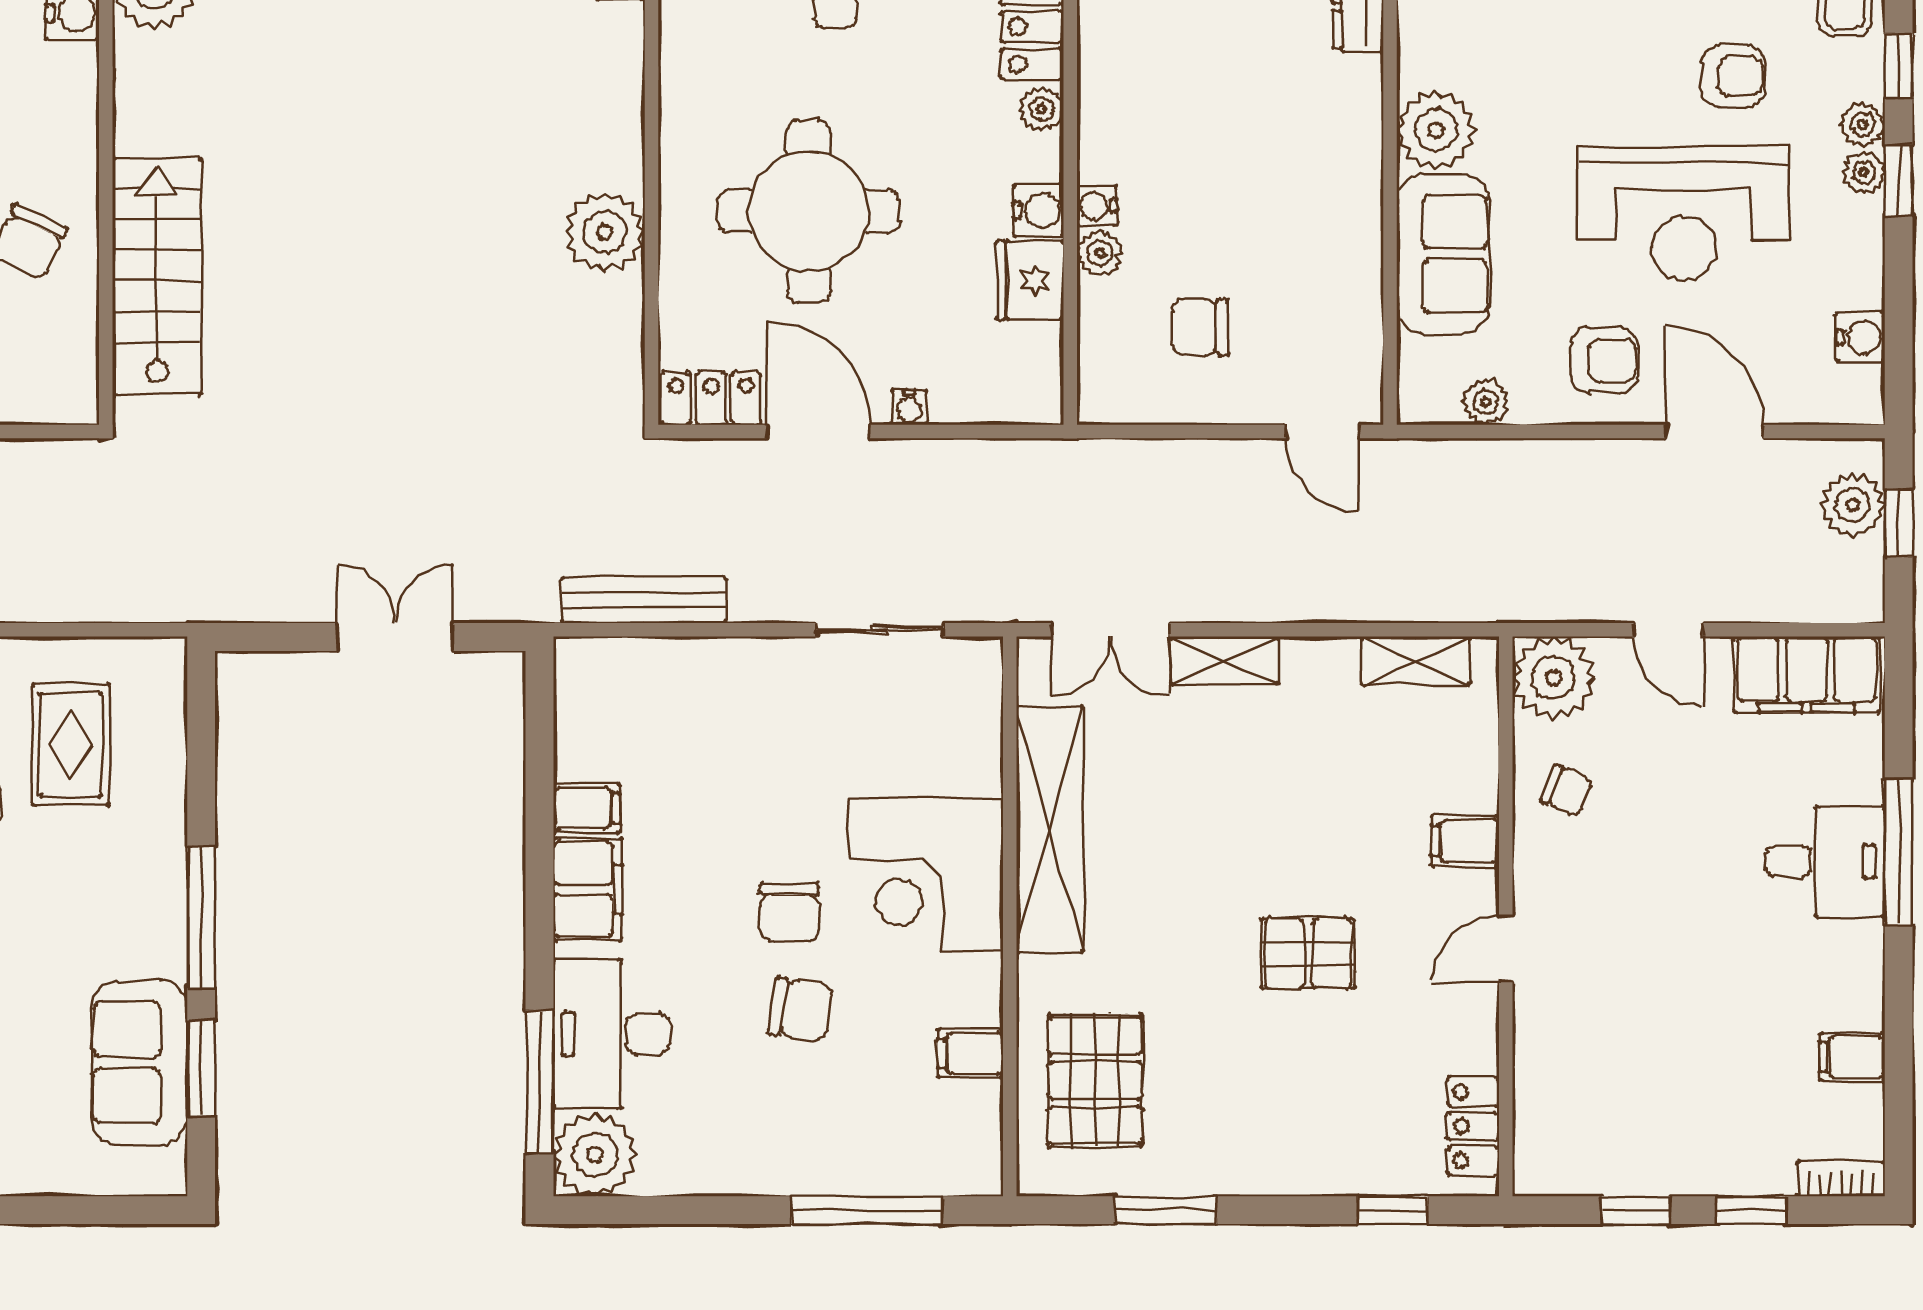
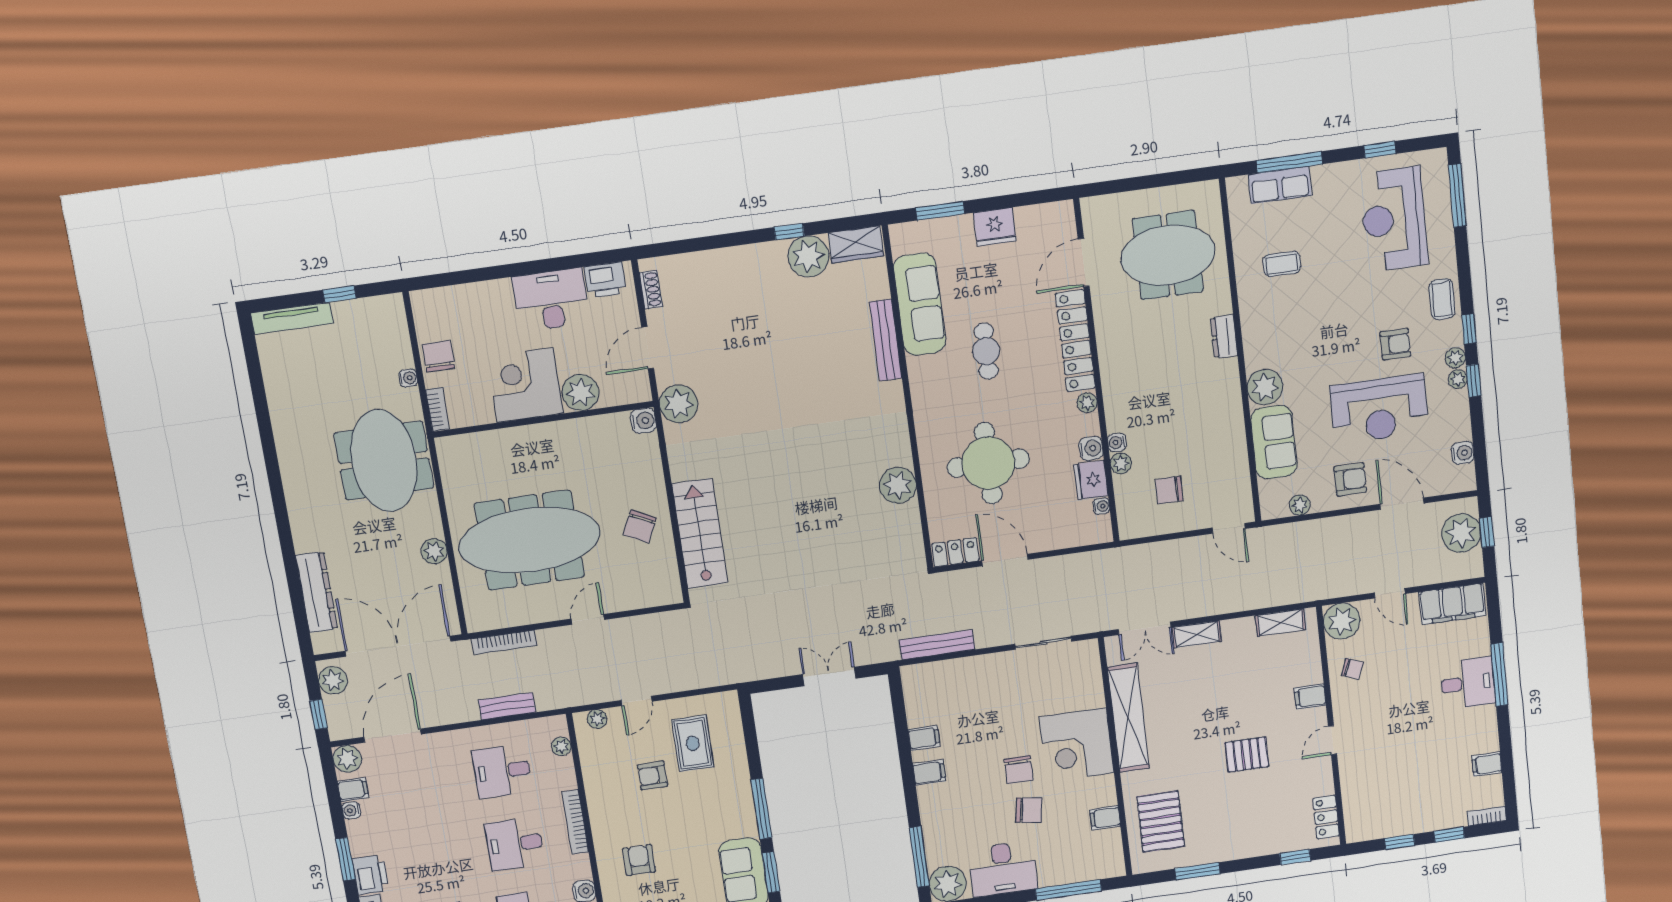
water cooler: (909, 407) -> (1101, 506), moved, turned -90
plant: (1853, 505) -> (1461, 533), width x1.36, depth x1.36
filing cabinet: (588, 889) -> (929, 773), width x0.50
desk: (612, 1034) -> (1003, 869), moved, turned -90

